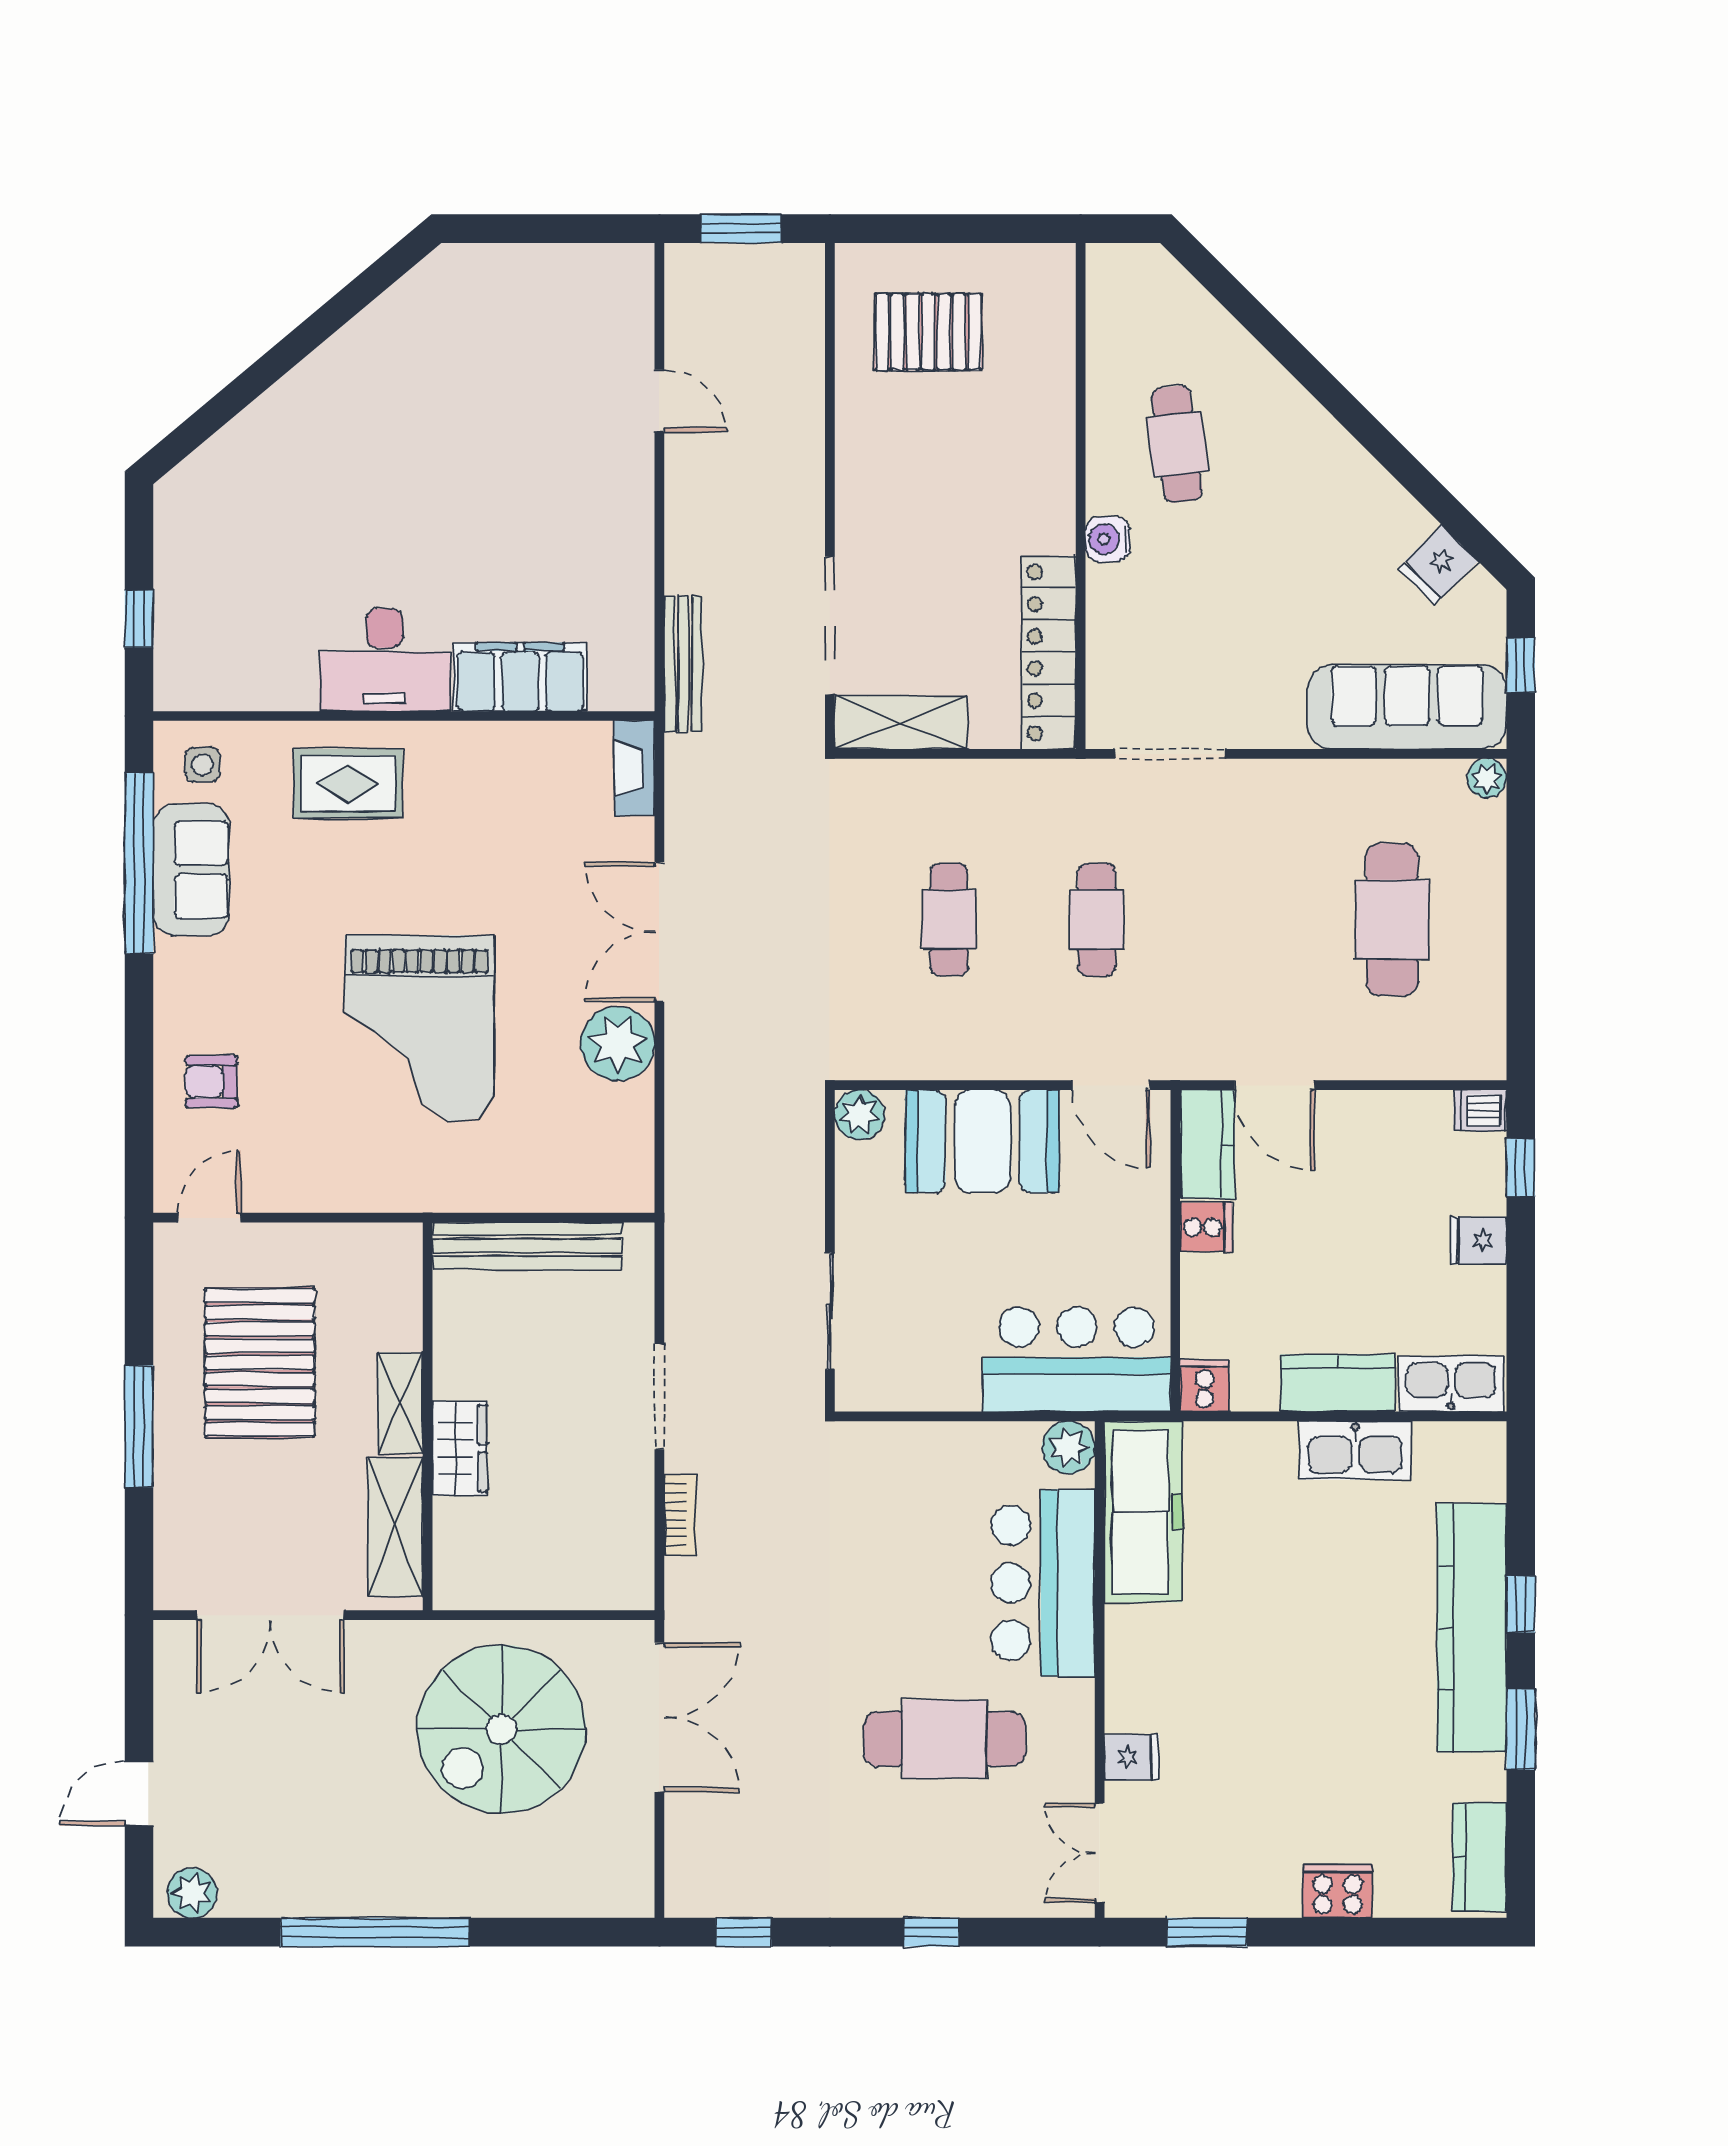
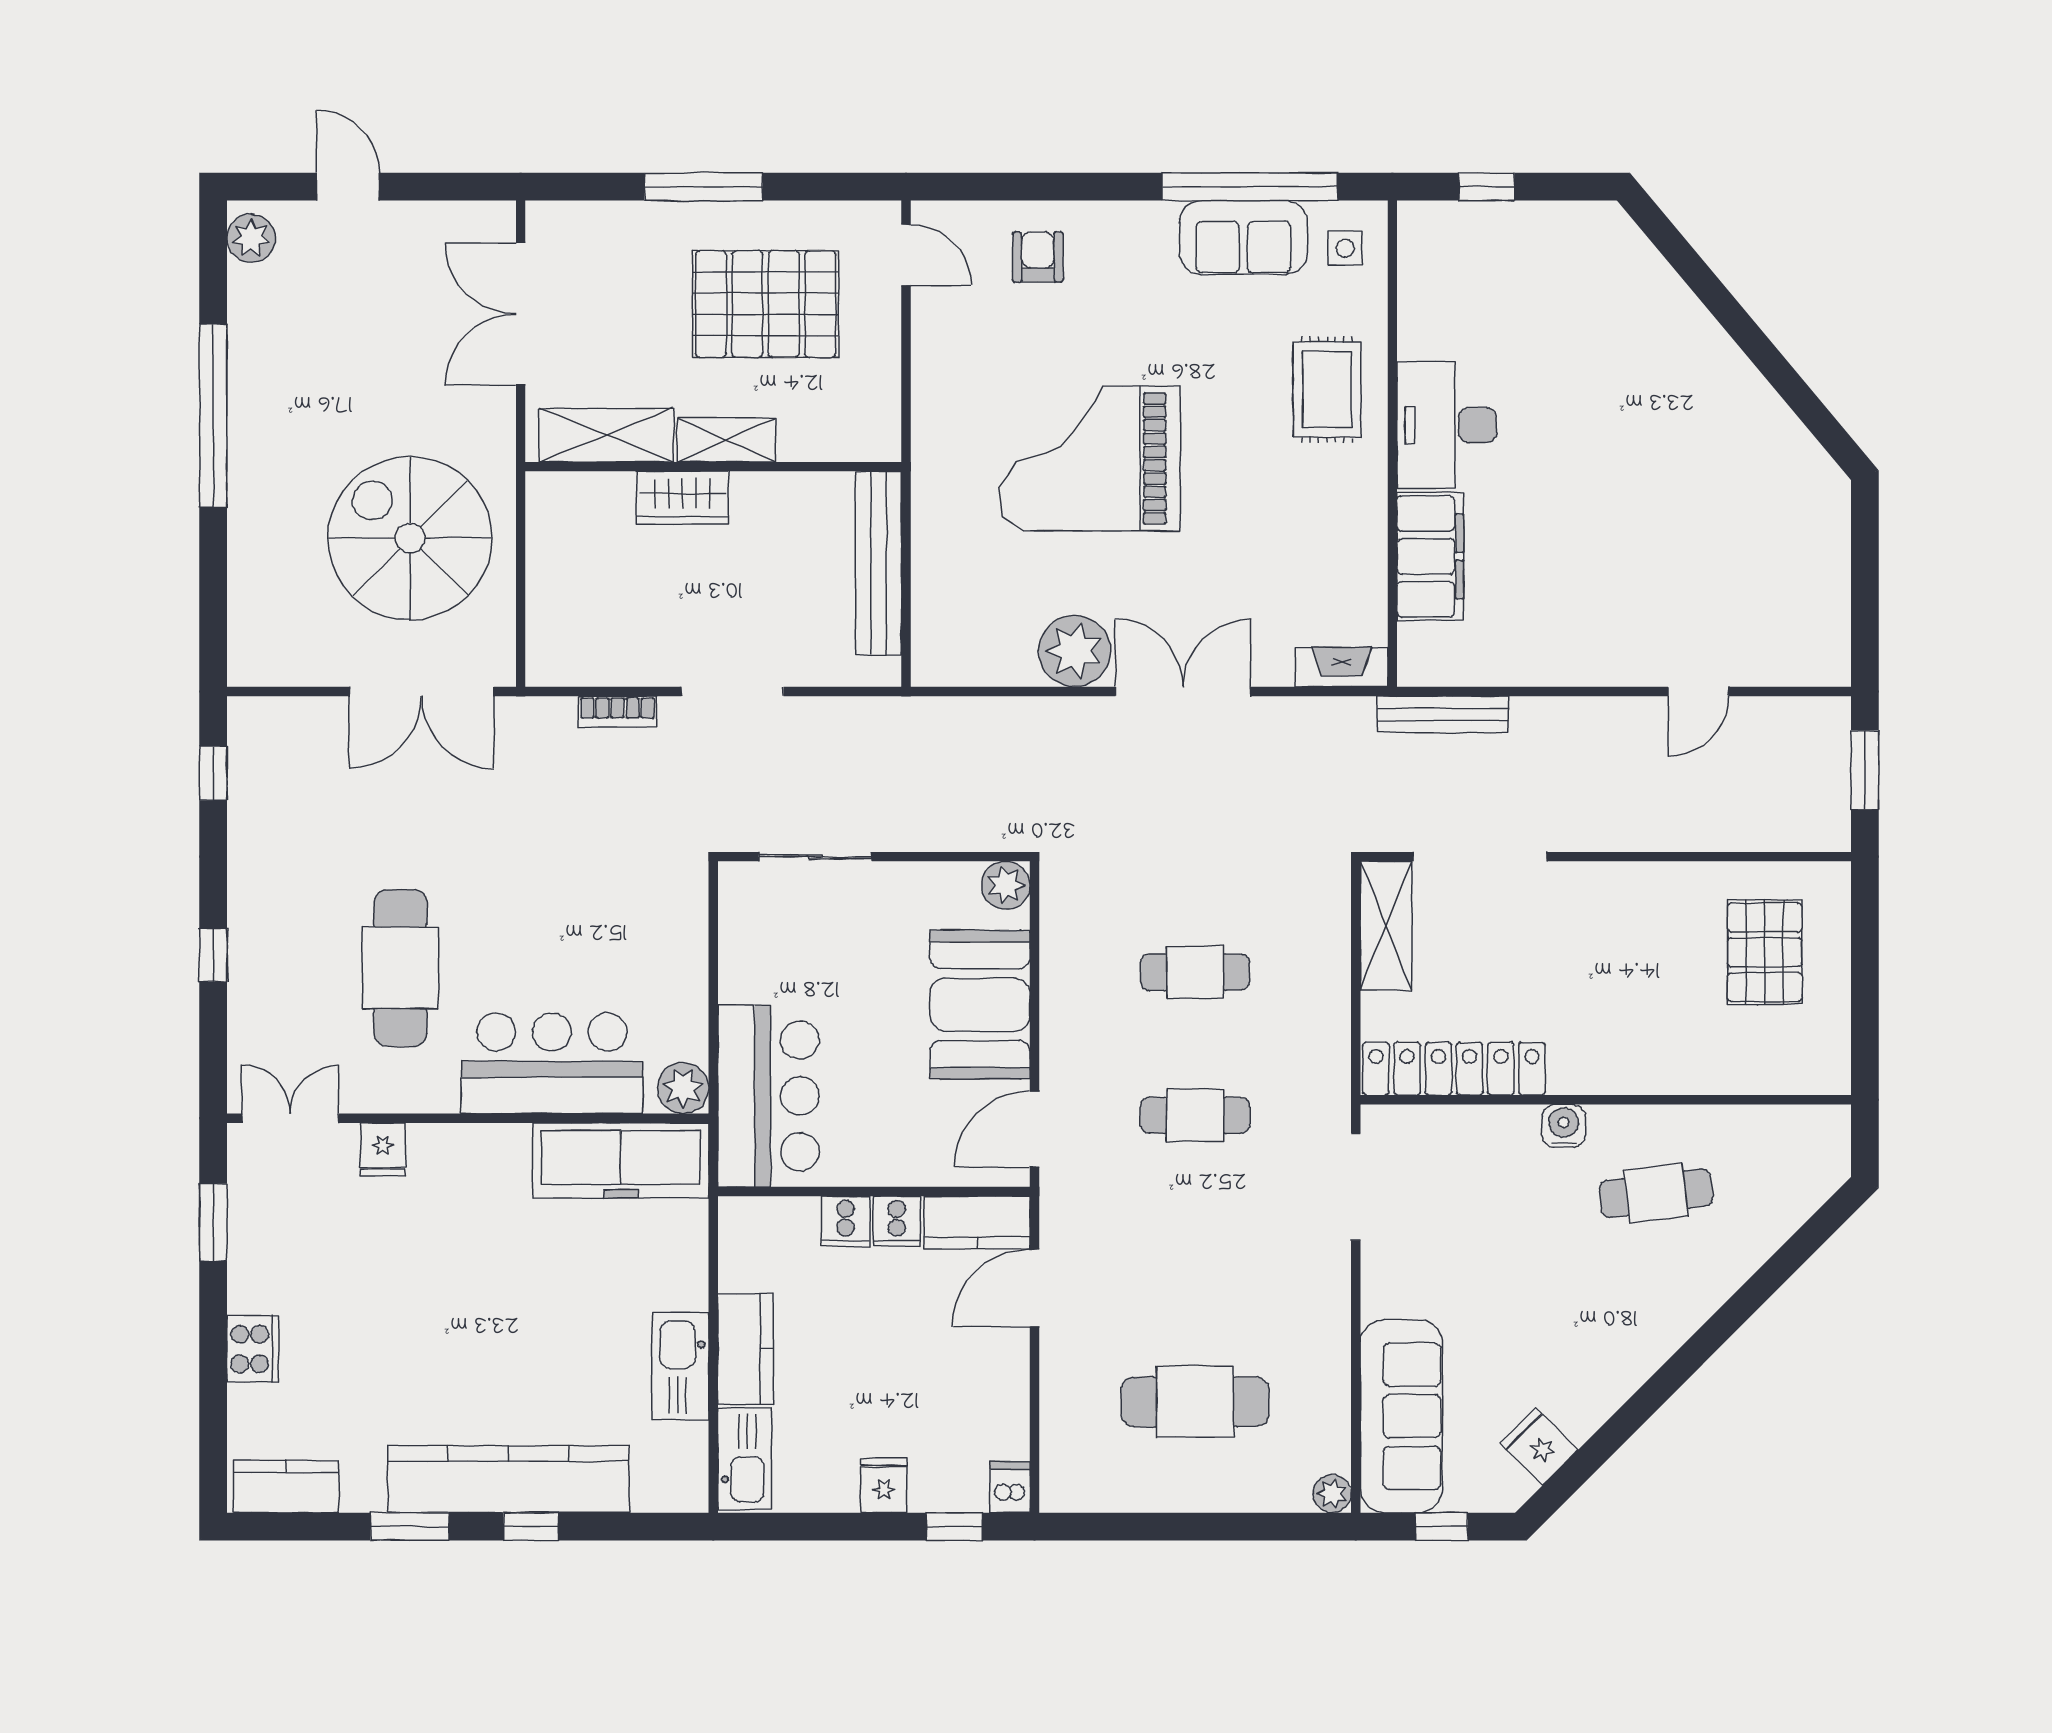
cooker: (1205, 1386) -> (846, 1221), moved, turned 90

